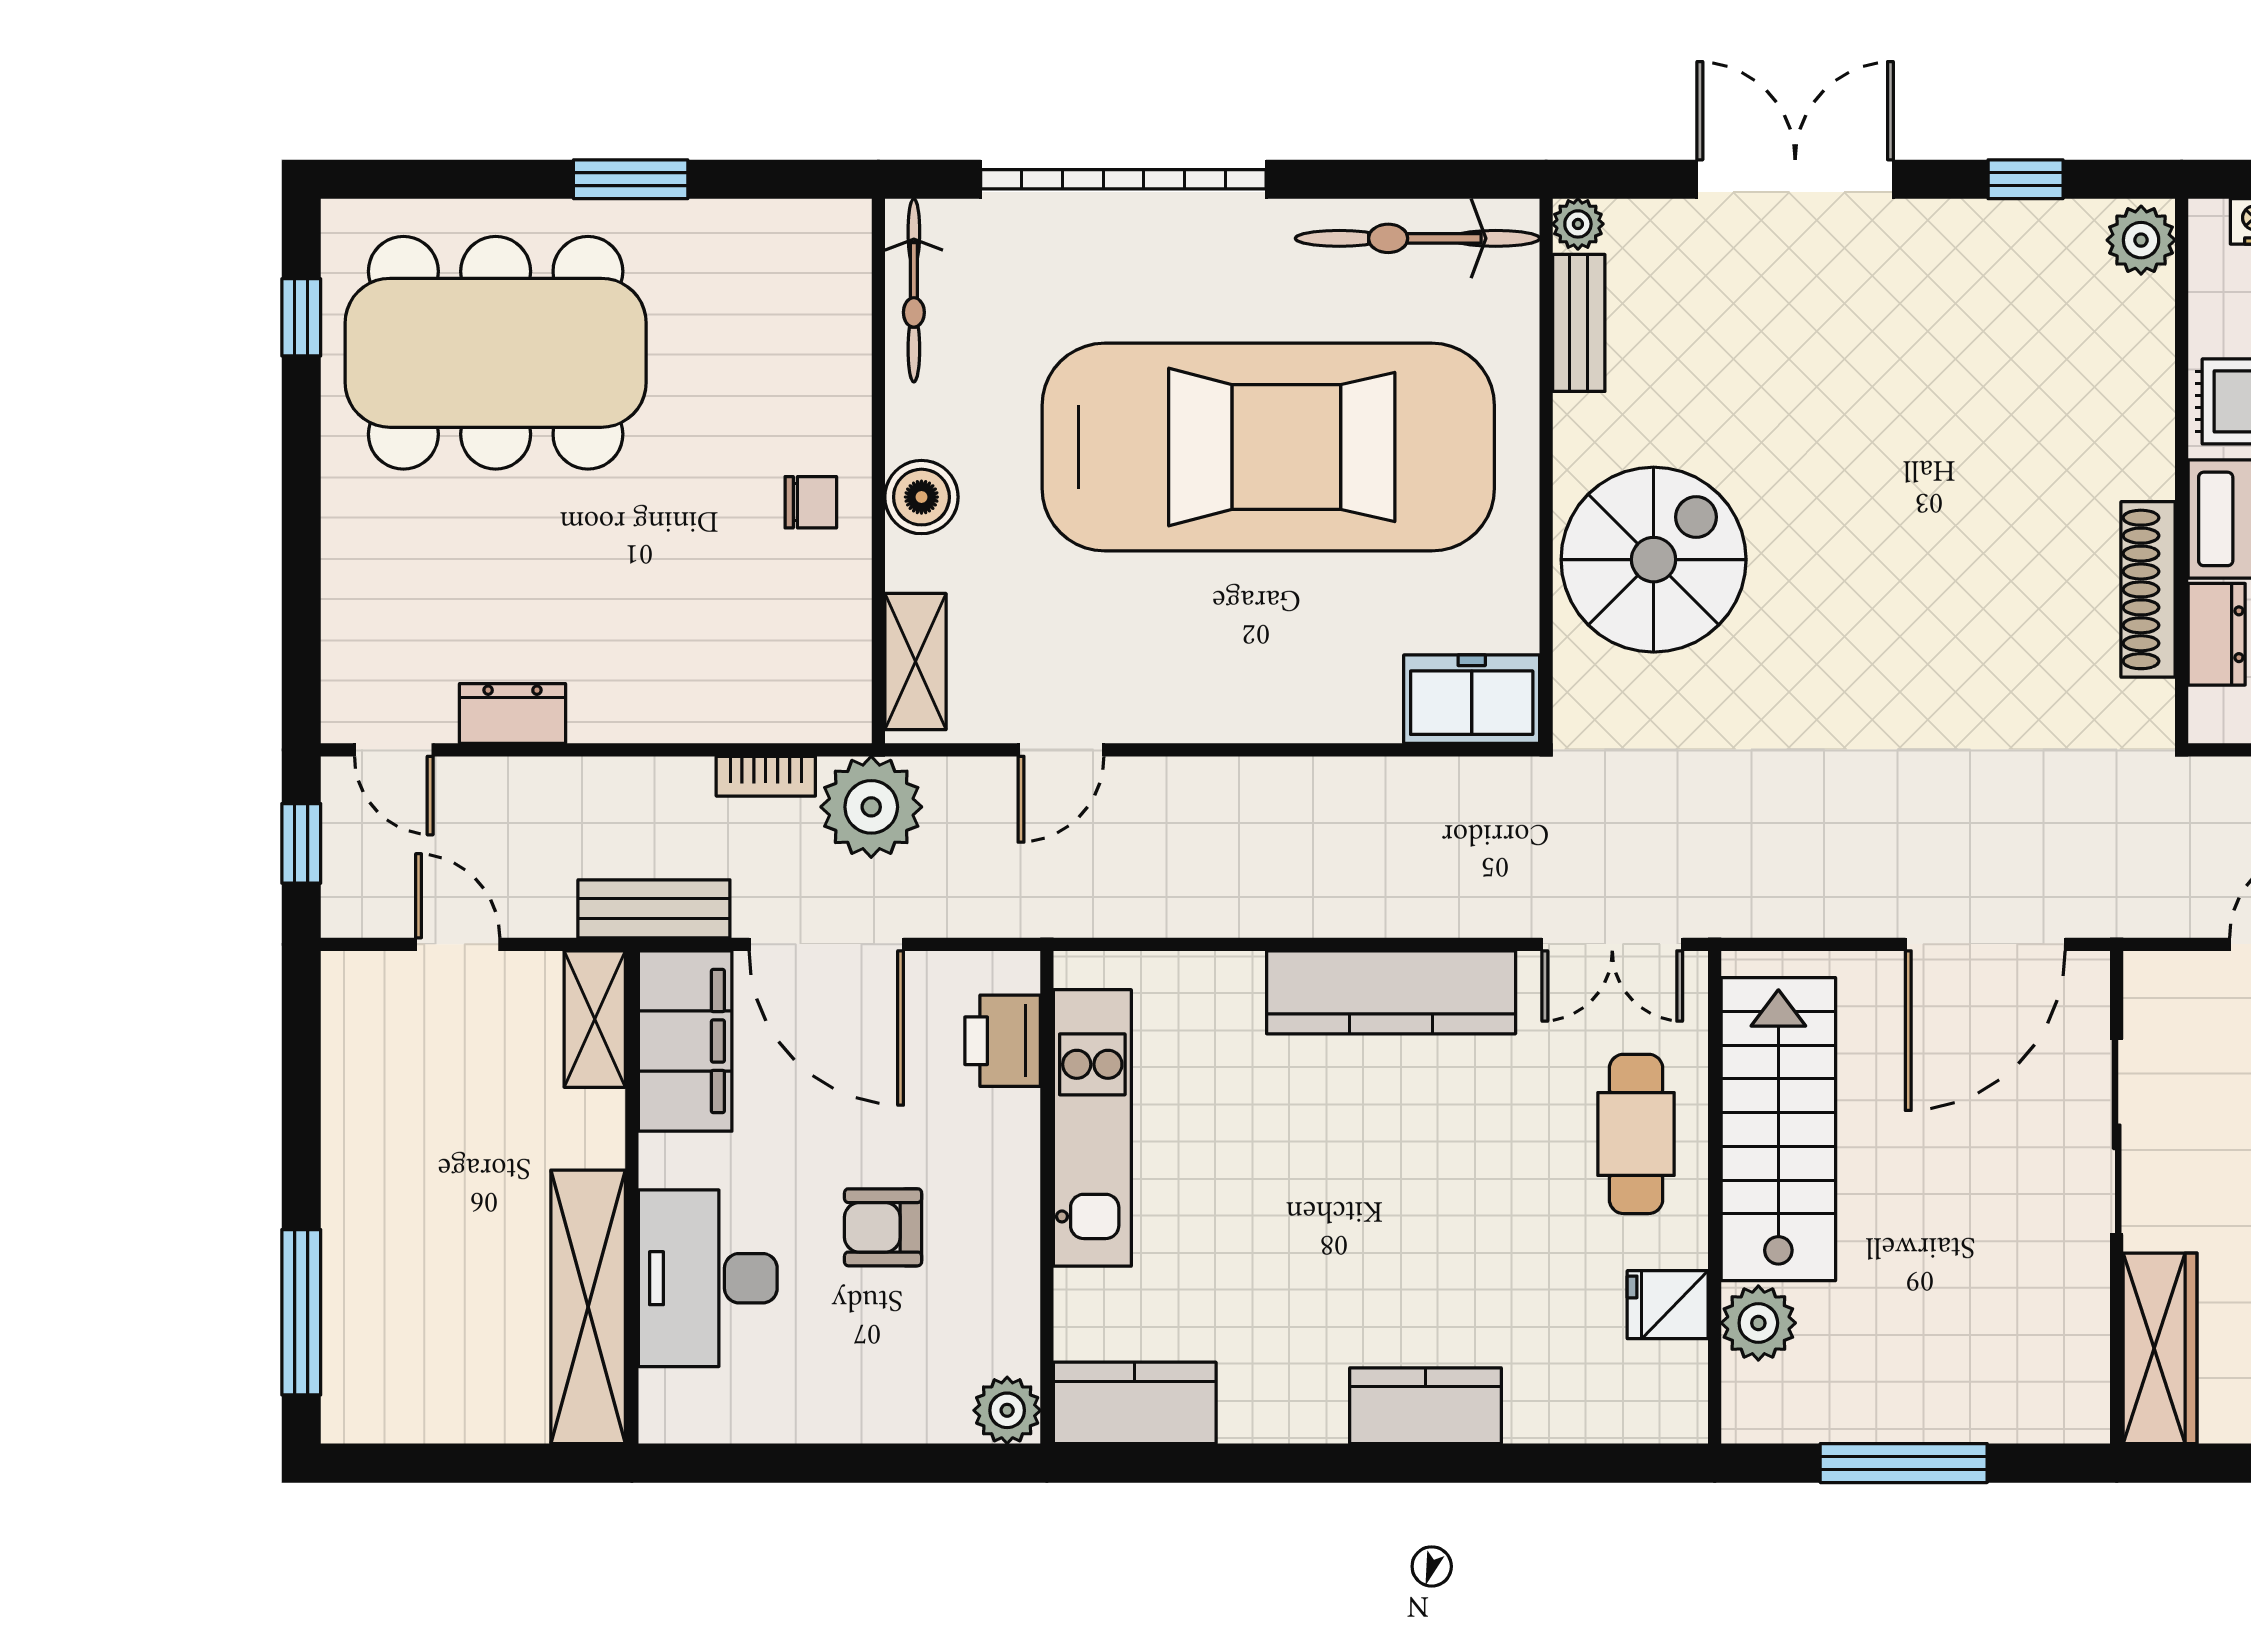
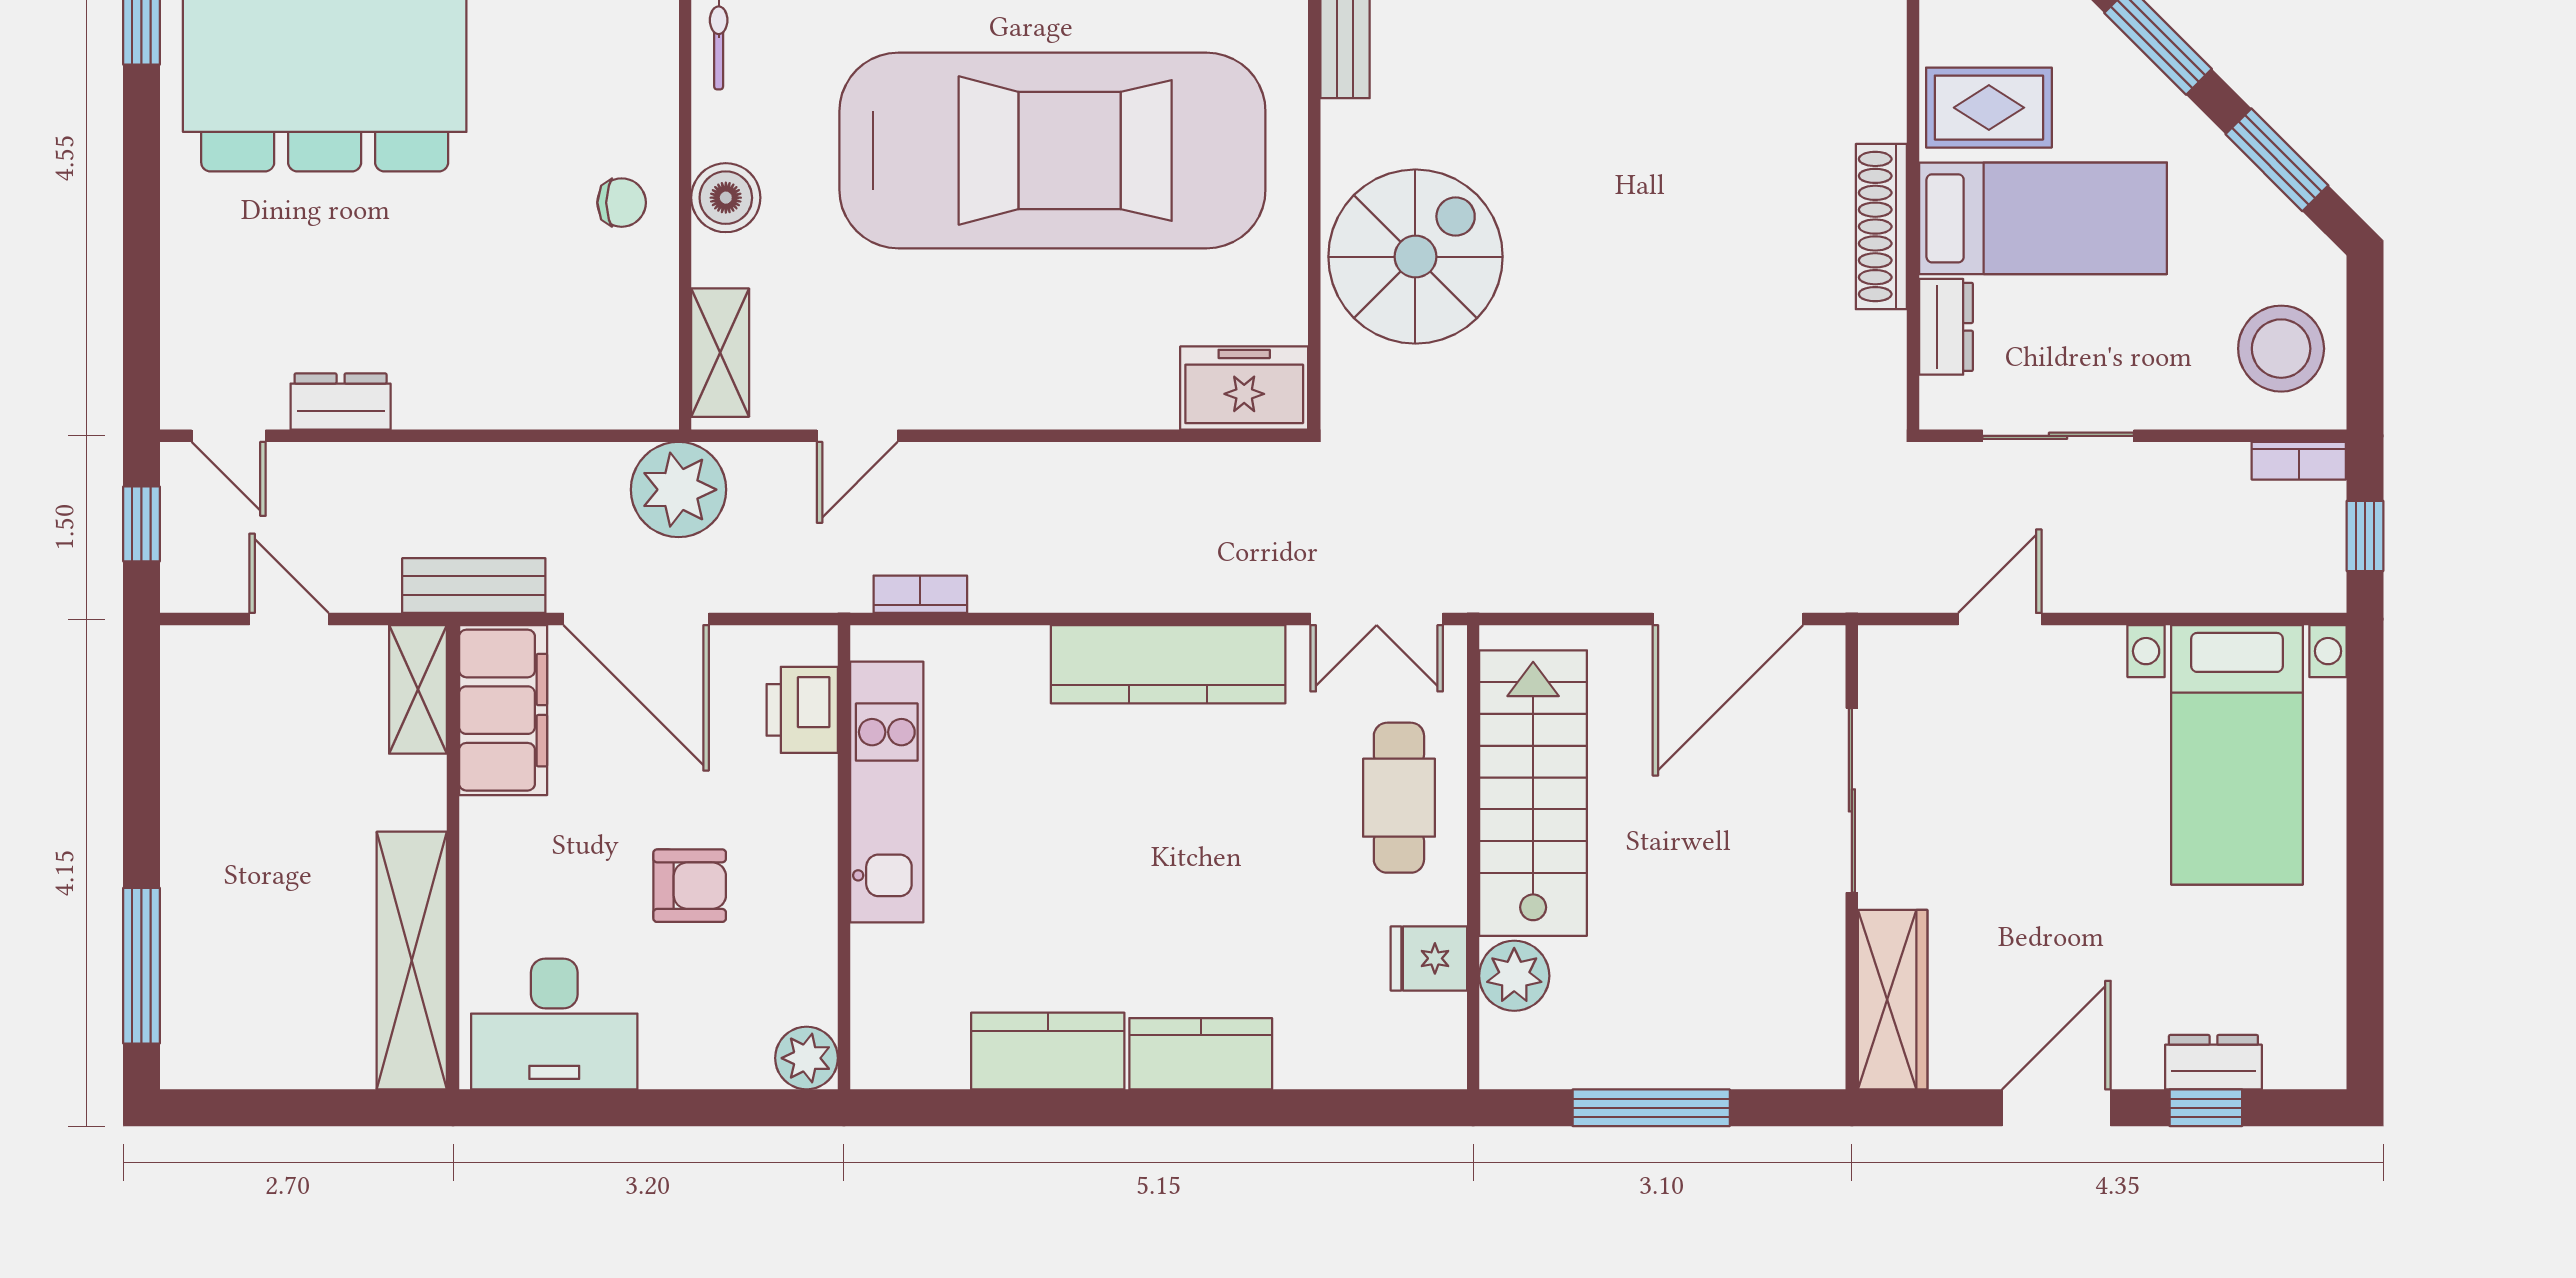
shoe rack: (2148, 589) -> (1881, 227), moved
bookcase: (766, 776) -> (920, 594), moved, turned 180
armchair: (883, 1227) -> (690, 886), turned 180
desk: (708, 1278) -> (554, 1024), moved, turned -90
kitchen counter: (1135, 1403) -> (1048, 1051), moved

